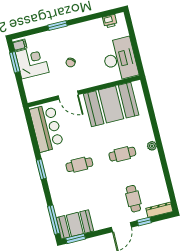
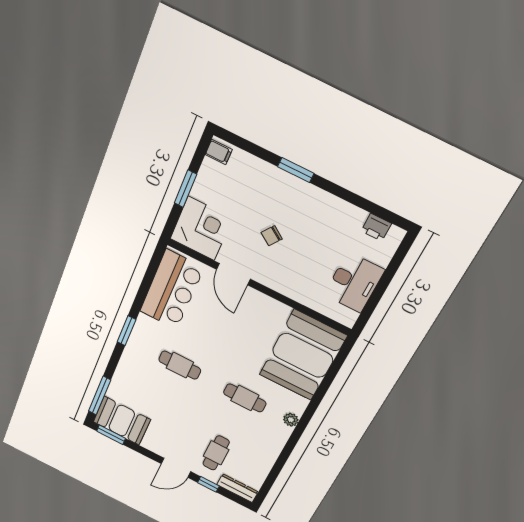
desk: (120, 59) -> (354, 282), width x0.73, depth x0.77
window: (15, 62) -> (186, 189), moved
corner desk: (32, 62) -> (201, 229), moved
booth: (111, 104) -> (303, 355), moved, turned 90

